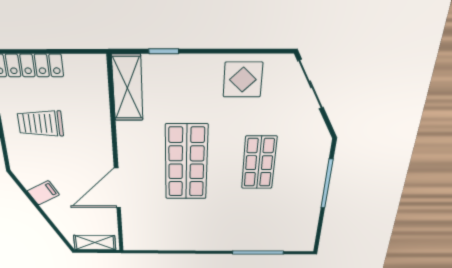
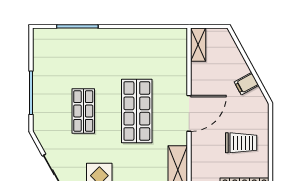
door: (117, 188) -> (189, 113), moved
shelving: (95, 243) -> (198, 45), moved, turned 90

